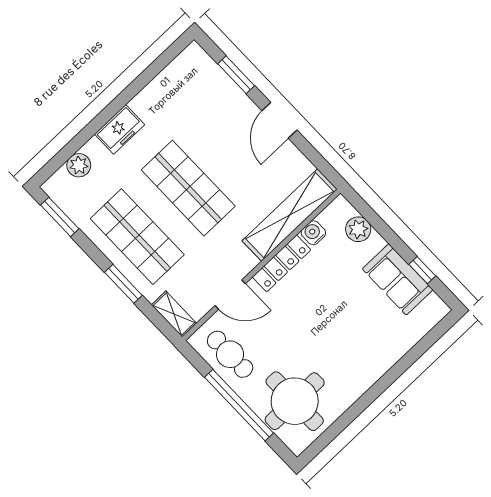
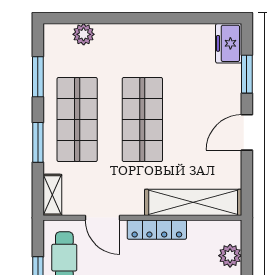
freezer: (120, 129) -> (229, 43), moved, turned 90
window: (60, 217) -> (38, 77), moved
water cooler: (313, 233) -> (198, 229), removed

